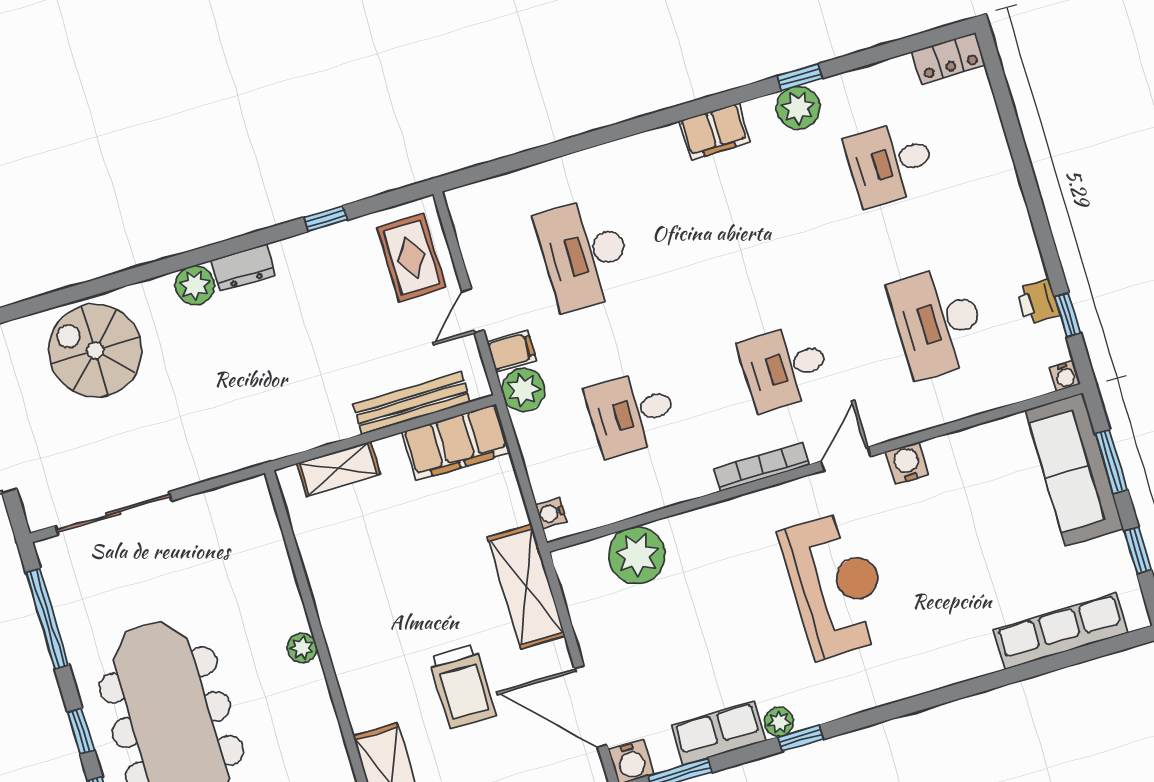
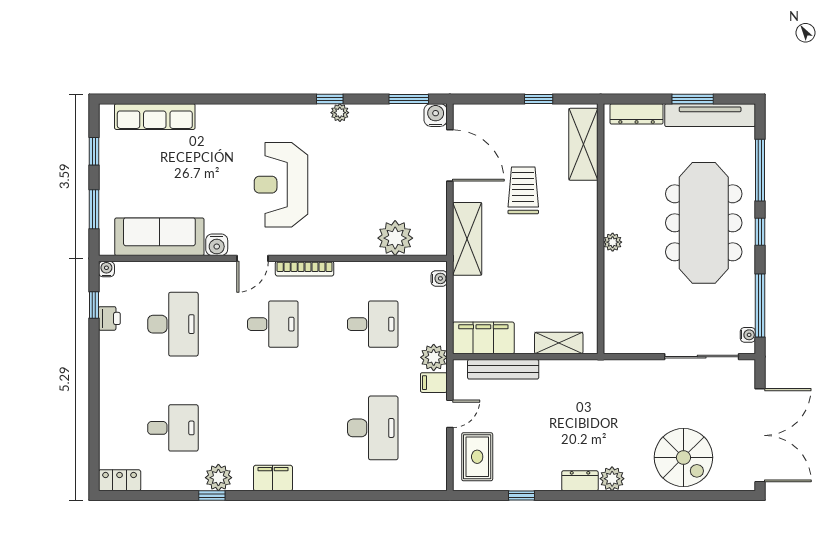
sofa: (1074, 469) -> (159, 237), moved, turned -90
water cooler: (52, 568) -> (748, 335), added
row of seats: (719, 733) -> (378, 117), removed

